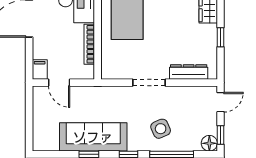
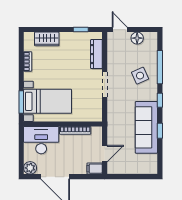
window: (221, 37) -> (81, 30), moved
window: (221, 135) -> (145, 30), removed
floor lamp: (209, 143) -> (137, 38), moved

